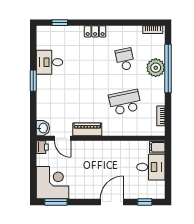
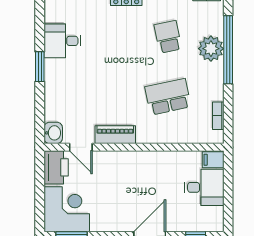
printer: (42, 147) -> (56, 167), width x1.87, depth x1.48

